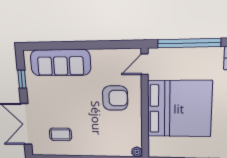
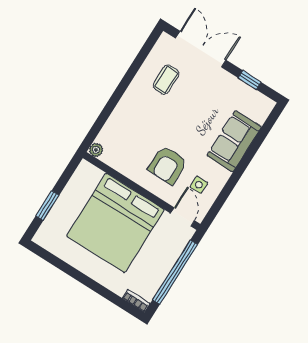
sofa: (60, 63) -> (234, 141), width x0.73
side table: (114, 67) -> (199, 185), added

